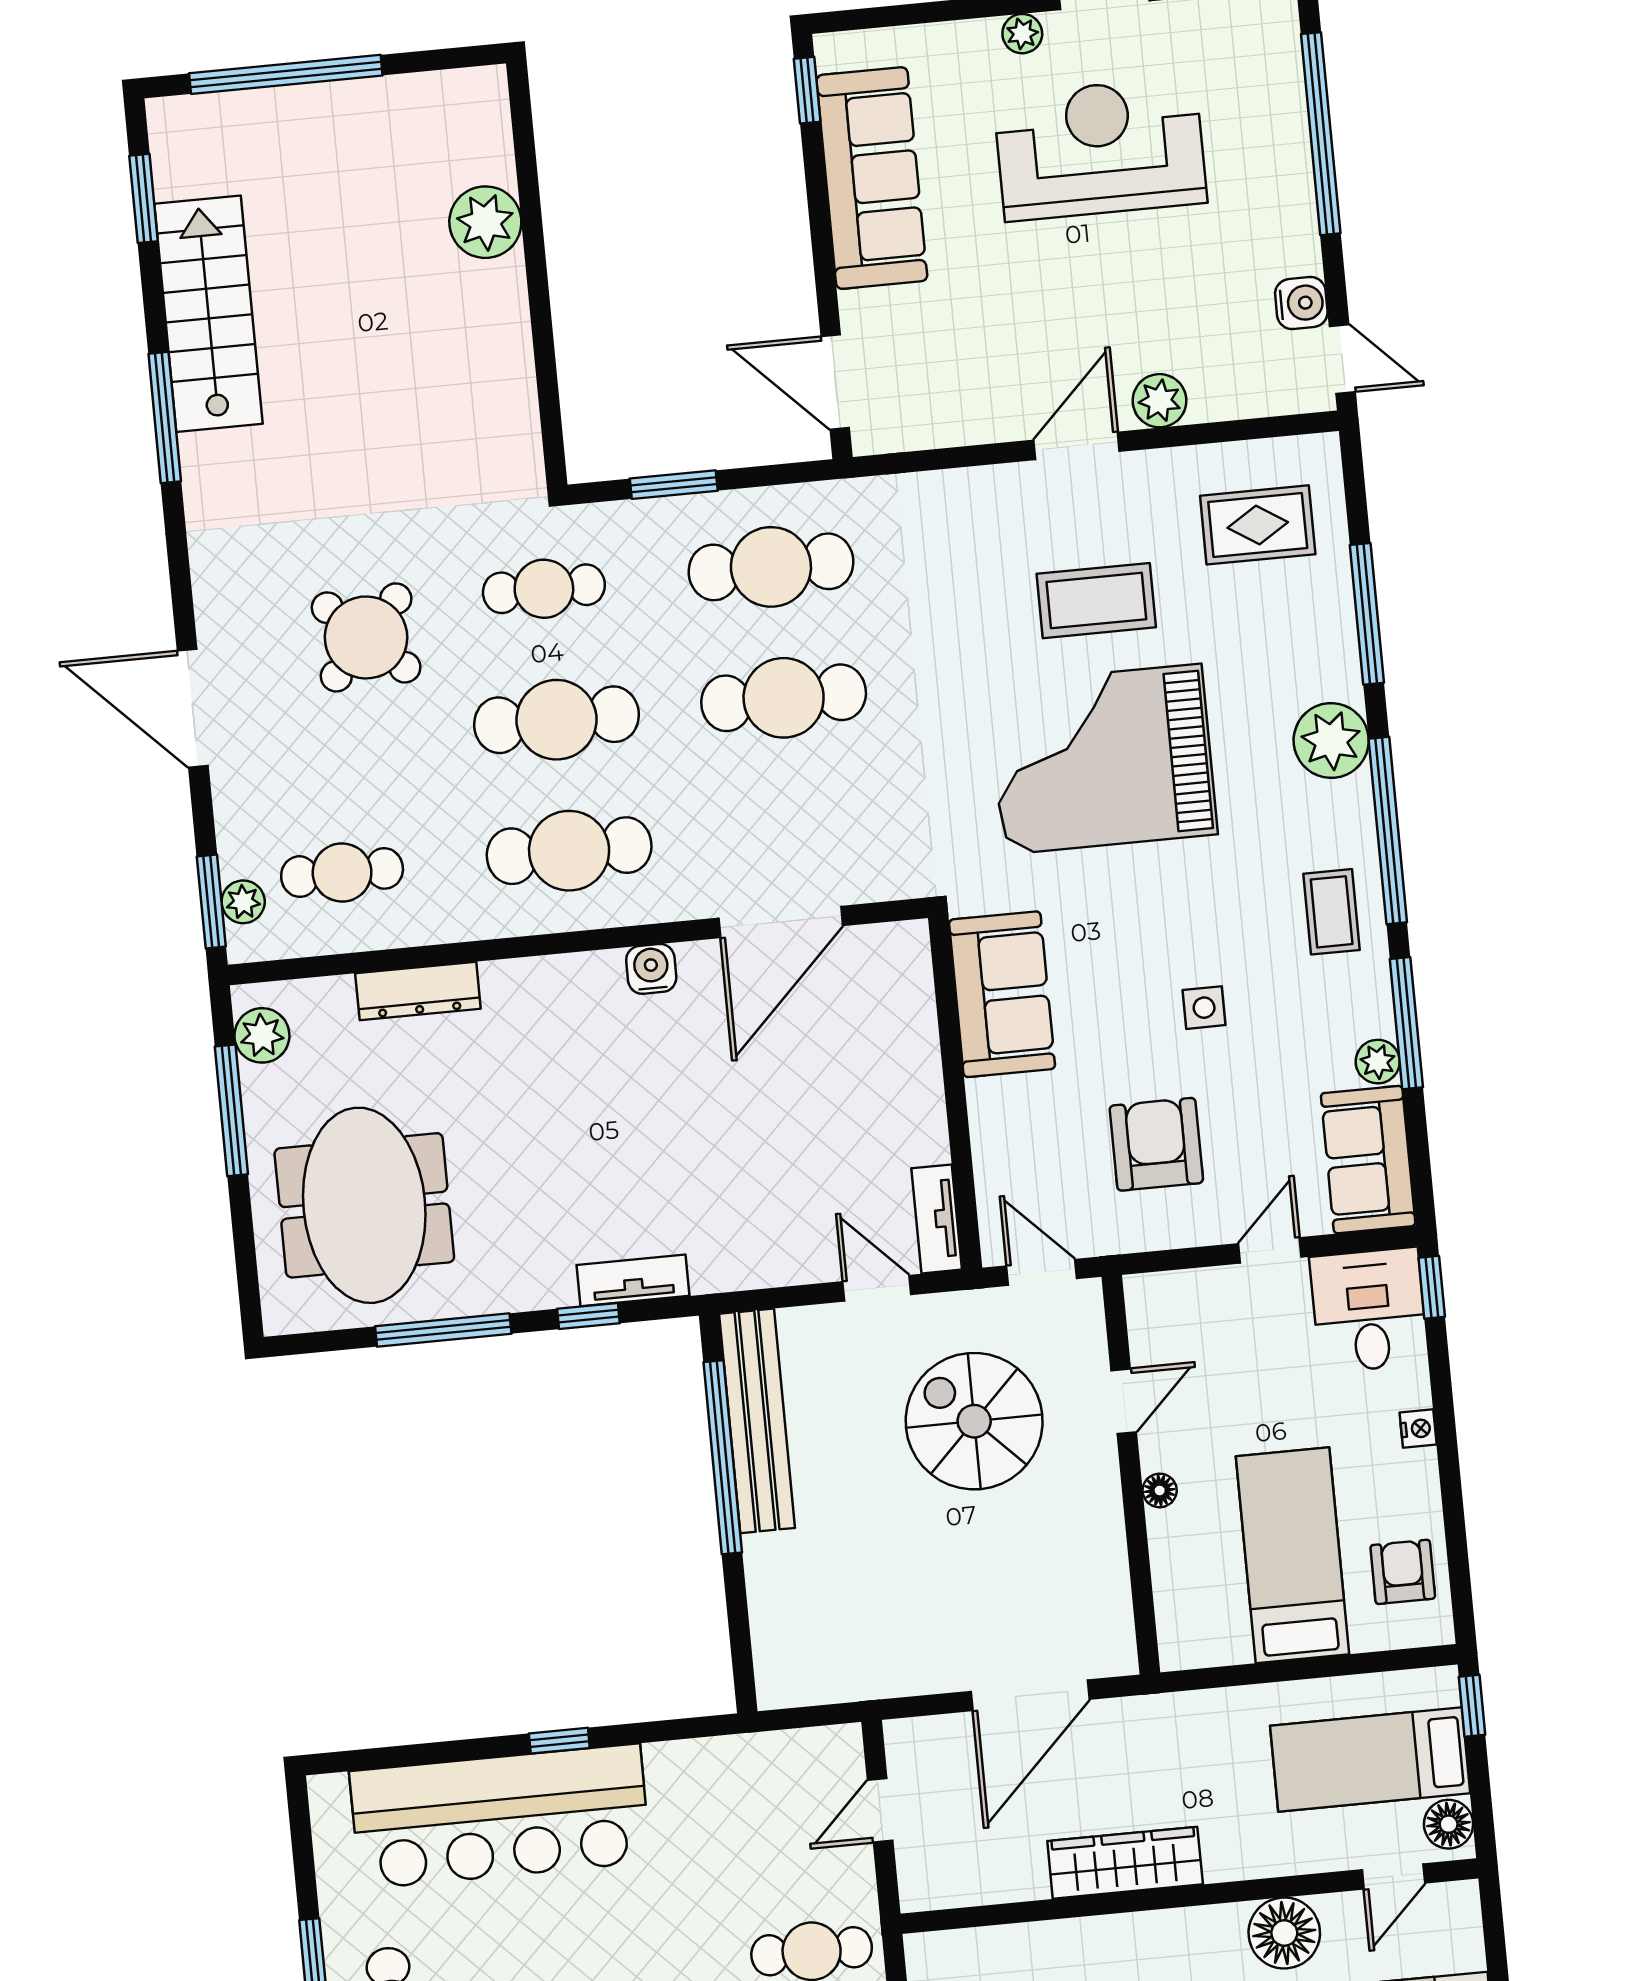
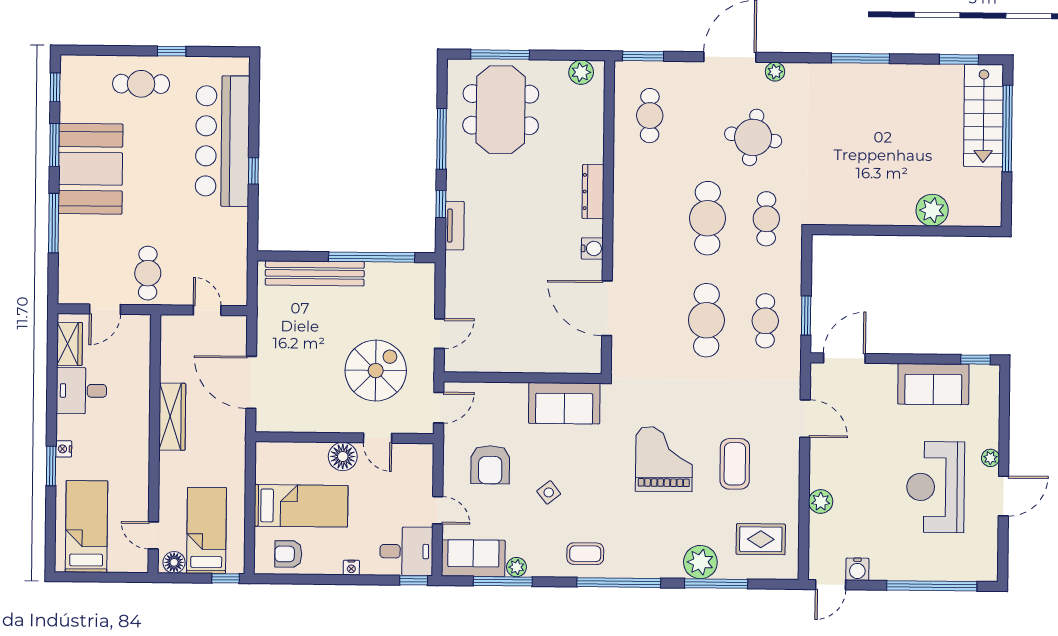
reception desk: (1100, 149) -> (935, 487), turned 180
sofa: (872, 178) -> (933, 384), width x0.73
stairs: (208, 314) -> (983, 116), moved, turned 90
door: (1077, 446) -> (805, 419), moved
window: (674, 485) -> (806, 316), moved
rug: (1258, 525) -> (761, 539), turned 90
cafe table: (771, 567) -> (765, 321), width x0.73, depth x0.74
round table: (366, 637) -> (753, 137), turned -34
plant: (1331, 741) -> (700, 562), moved
grand piano: (1103, 759) -> (664, 459), width x0.73, depth x0.68
cafe table: (569, 851) -> (649, 218), removed
plant: (243, 902) -> (775, 72), moved
dresser: (418, 991) -> (593, 192), moved
side table: (1204, 1008) -> (549, 492), turned -38
window: (1406, 1023) -> (503, 581), moved
window: (231, 1110) -> (500, 55), moved
armchair: (1156, 1144) -> (490, 465), turned 90
meeting table: (364, 1205) -> (501, 110), turned 90
tv unit: (937, 1219) -> (467, 364), removed
bench: (757, 1421) -> (315, 273), moved
floor lamp: (1160, 1490) -> (343, 457), width x1.89, depth x1.89
armchair: (1403, 1572) -> (288, 554), turned 180
floor lamp: (1284, 1933) -> (133, 484), removed

